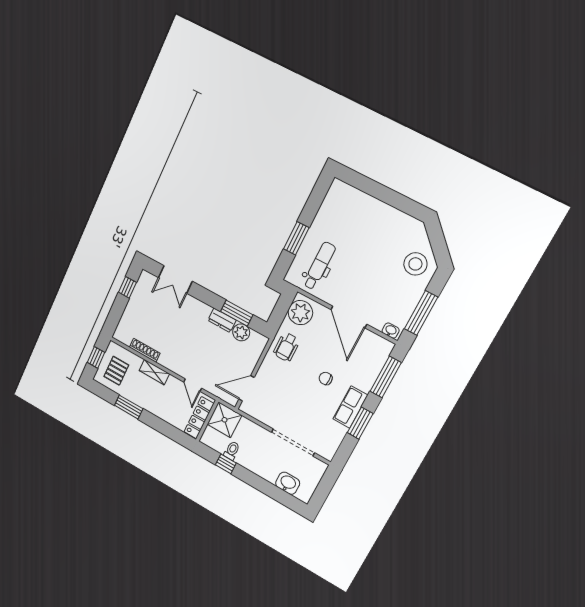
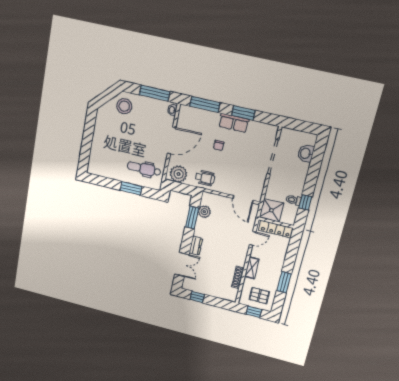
dresser: (222, 320) -> (196, 246), moved

